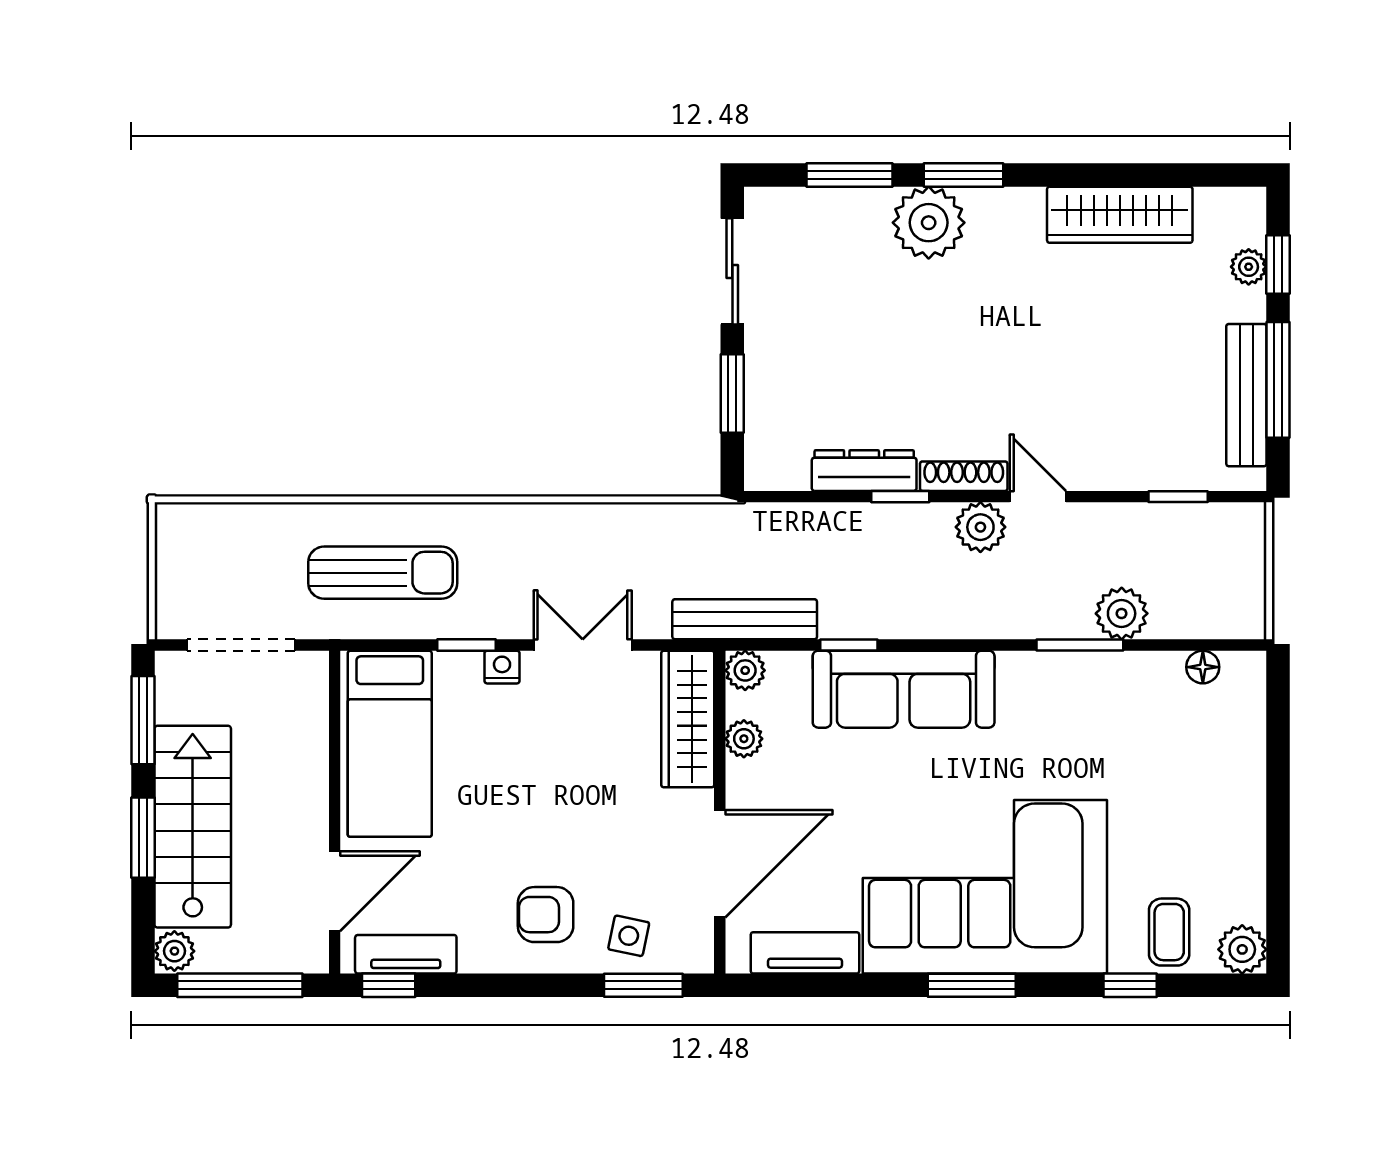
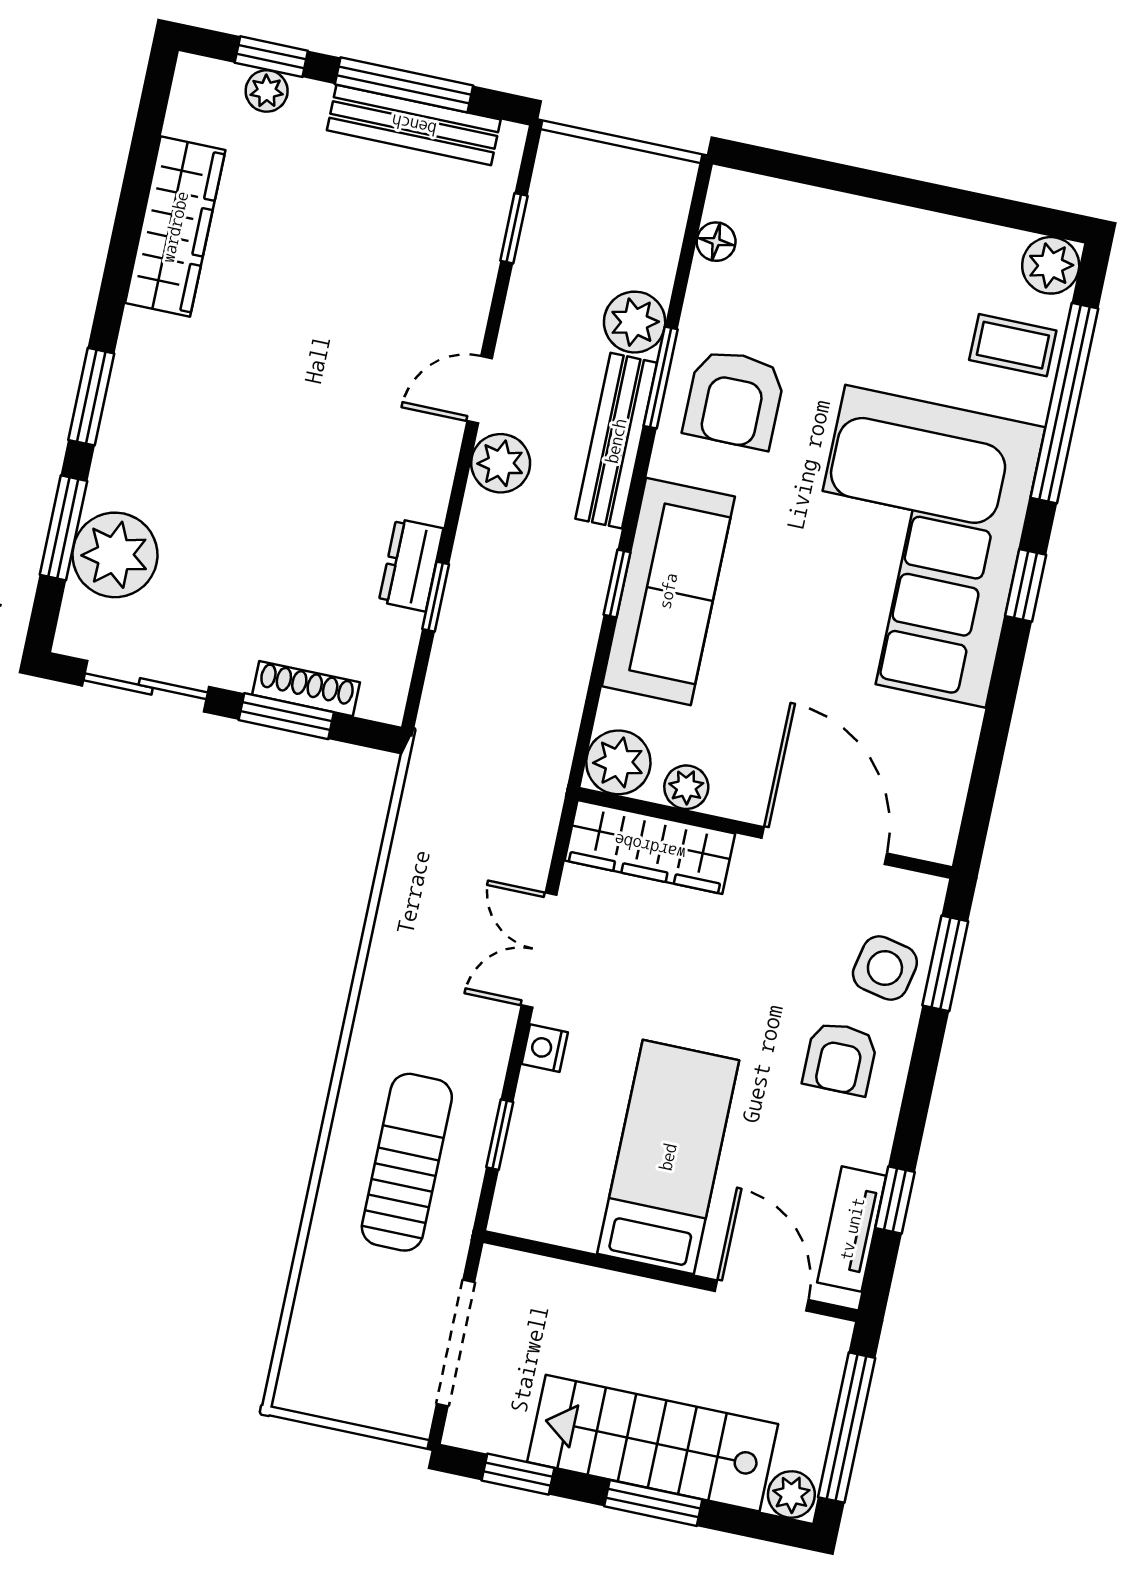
plant: (929, 223) -> (115, 555), moved
dresser: (864, 471) -> (411, 565), width x0.70
shoe rack: (964, 476) -> (306, 689), moved, turned 90
window: (900, 497) -> (436, 597), moved
bench: (745, 619) -> (616, 441), moved
window: (466, 645) -> (500, 1135), moved
window: (849, 645) -> (617, 583), moved
plant: (745, 670) -> (618, 762), width x1.38, depth x1.38
armchair: (1075, 710) -> (734, 399), added
window: (143, 720) -> (518, 1474), width x0.67
bed: (390, 744) -> (668, 1157), moved, turned -90
side table: (629, 936) -> (885, 968), width x1.37, depth x1.37
tv unit: (805, 953) -> (948, 769), removed
window: (389, 985) -> (895, 1200), moved
window: (972, 985) -> (1026, 585), width x0.67
window: (1130, 985) -> (1064, 403), width x3.17

